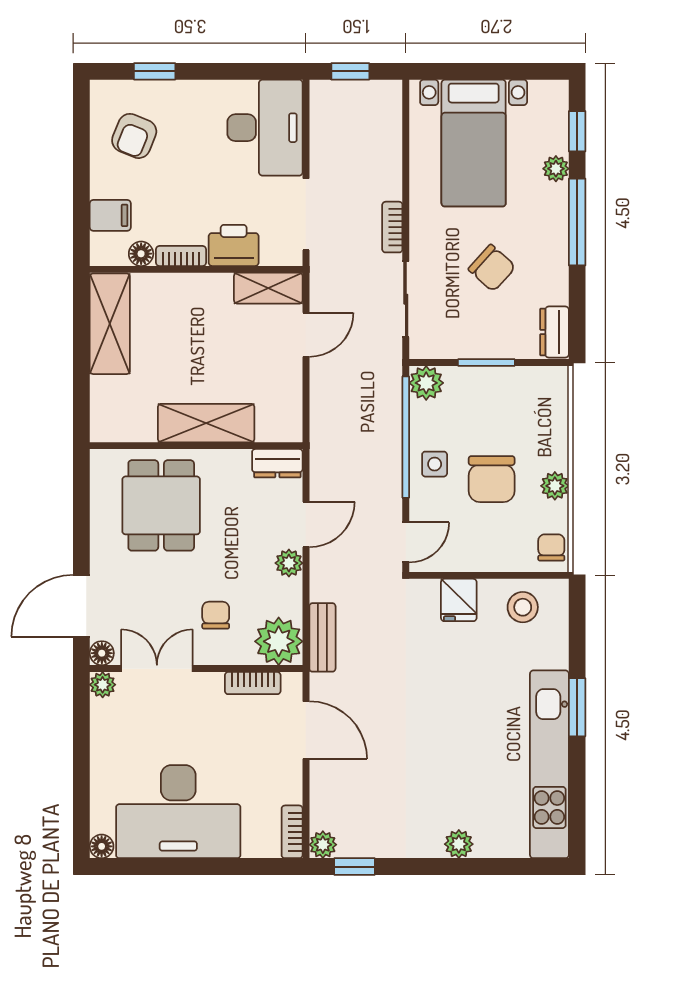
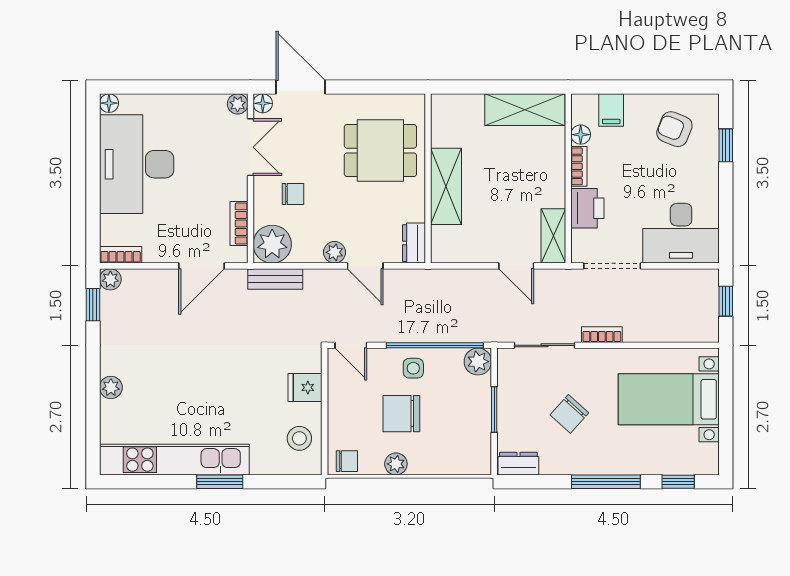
plant: (556, 169) -> (648, 465), removed

